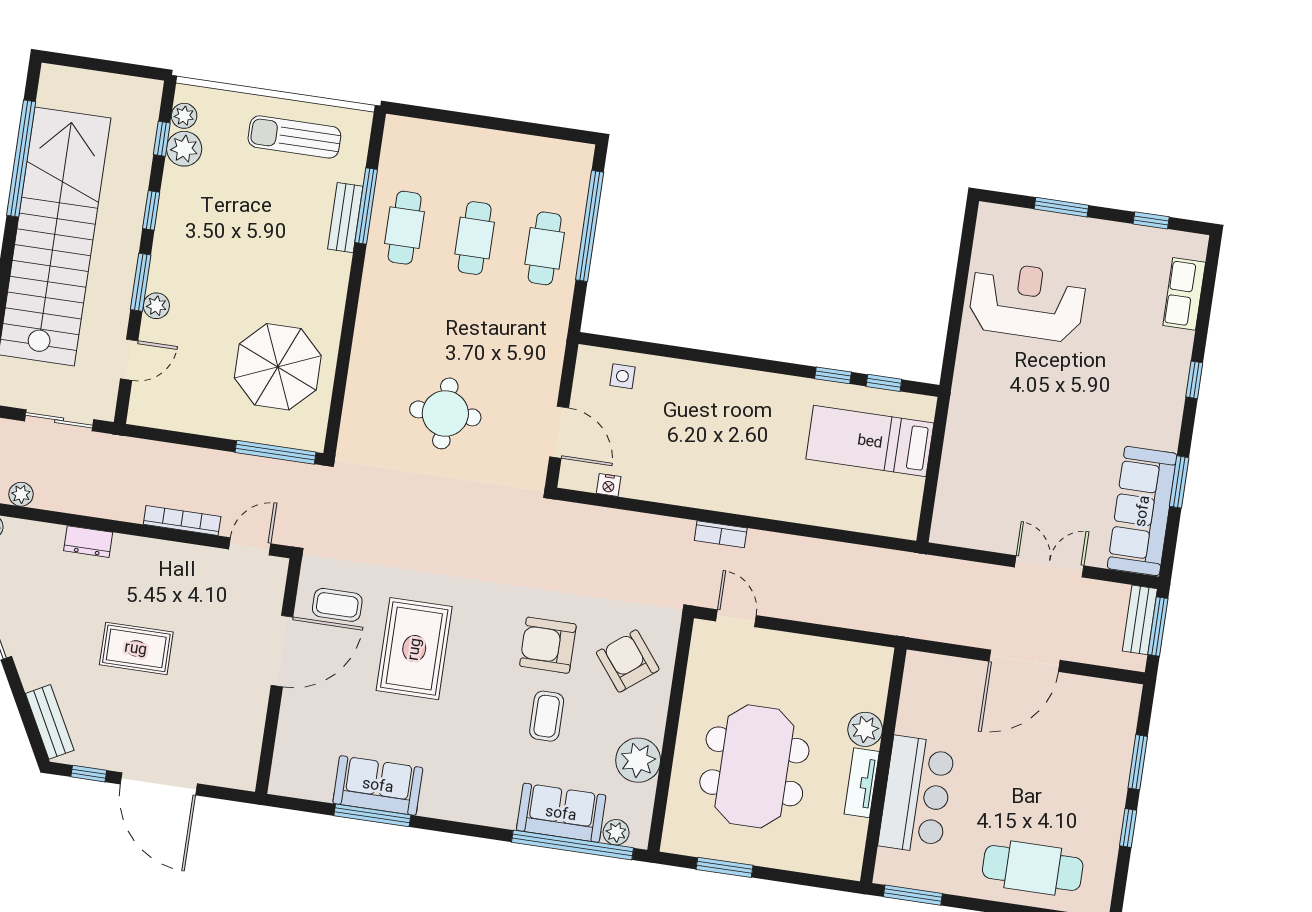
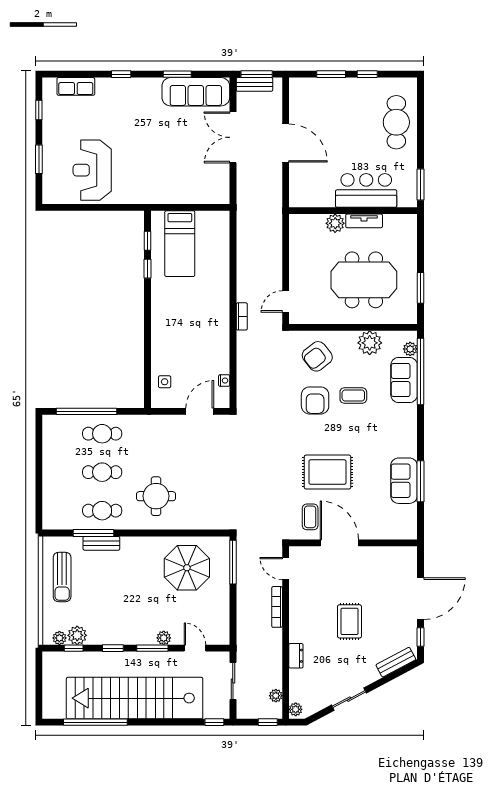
round table: (445, 413) -> (156, 496), moved
double door: (1049, 566) -> (233, 137), width x1.37

